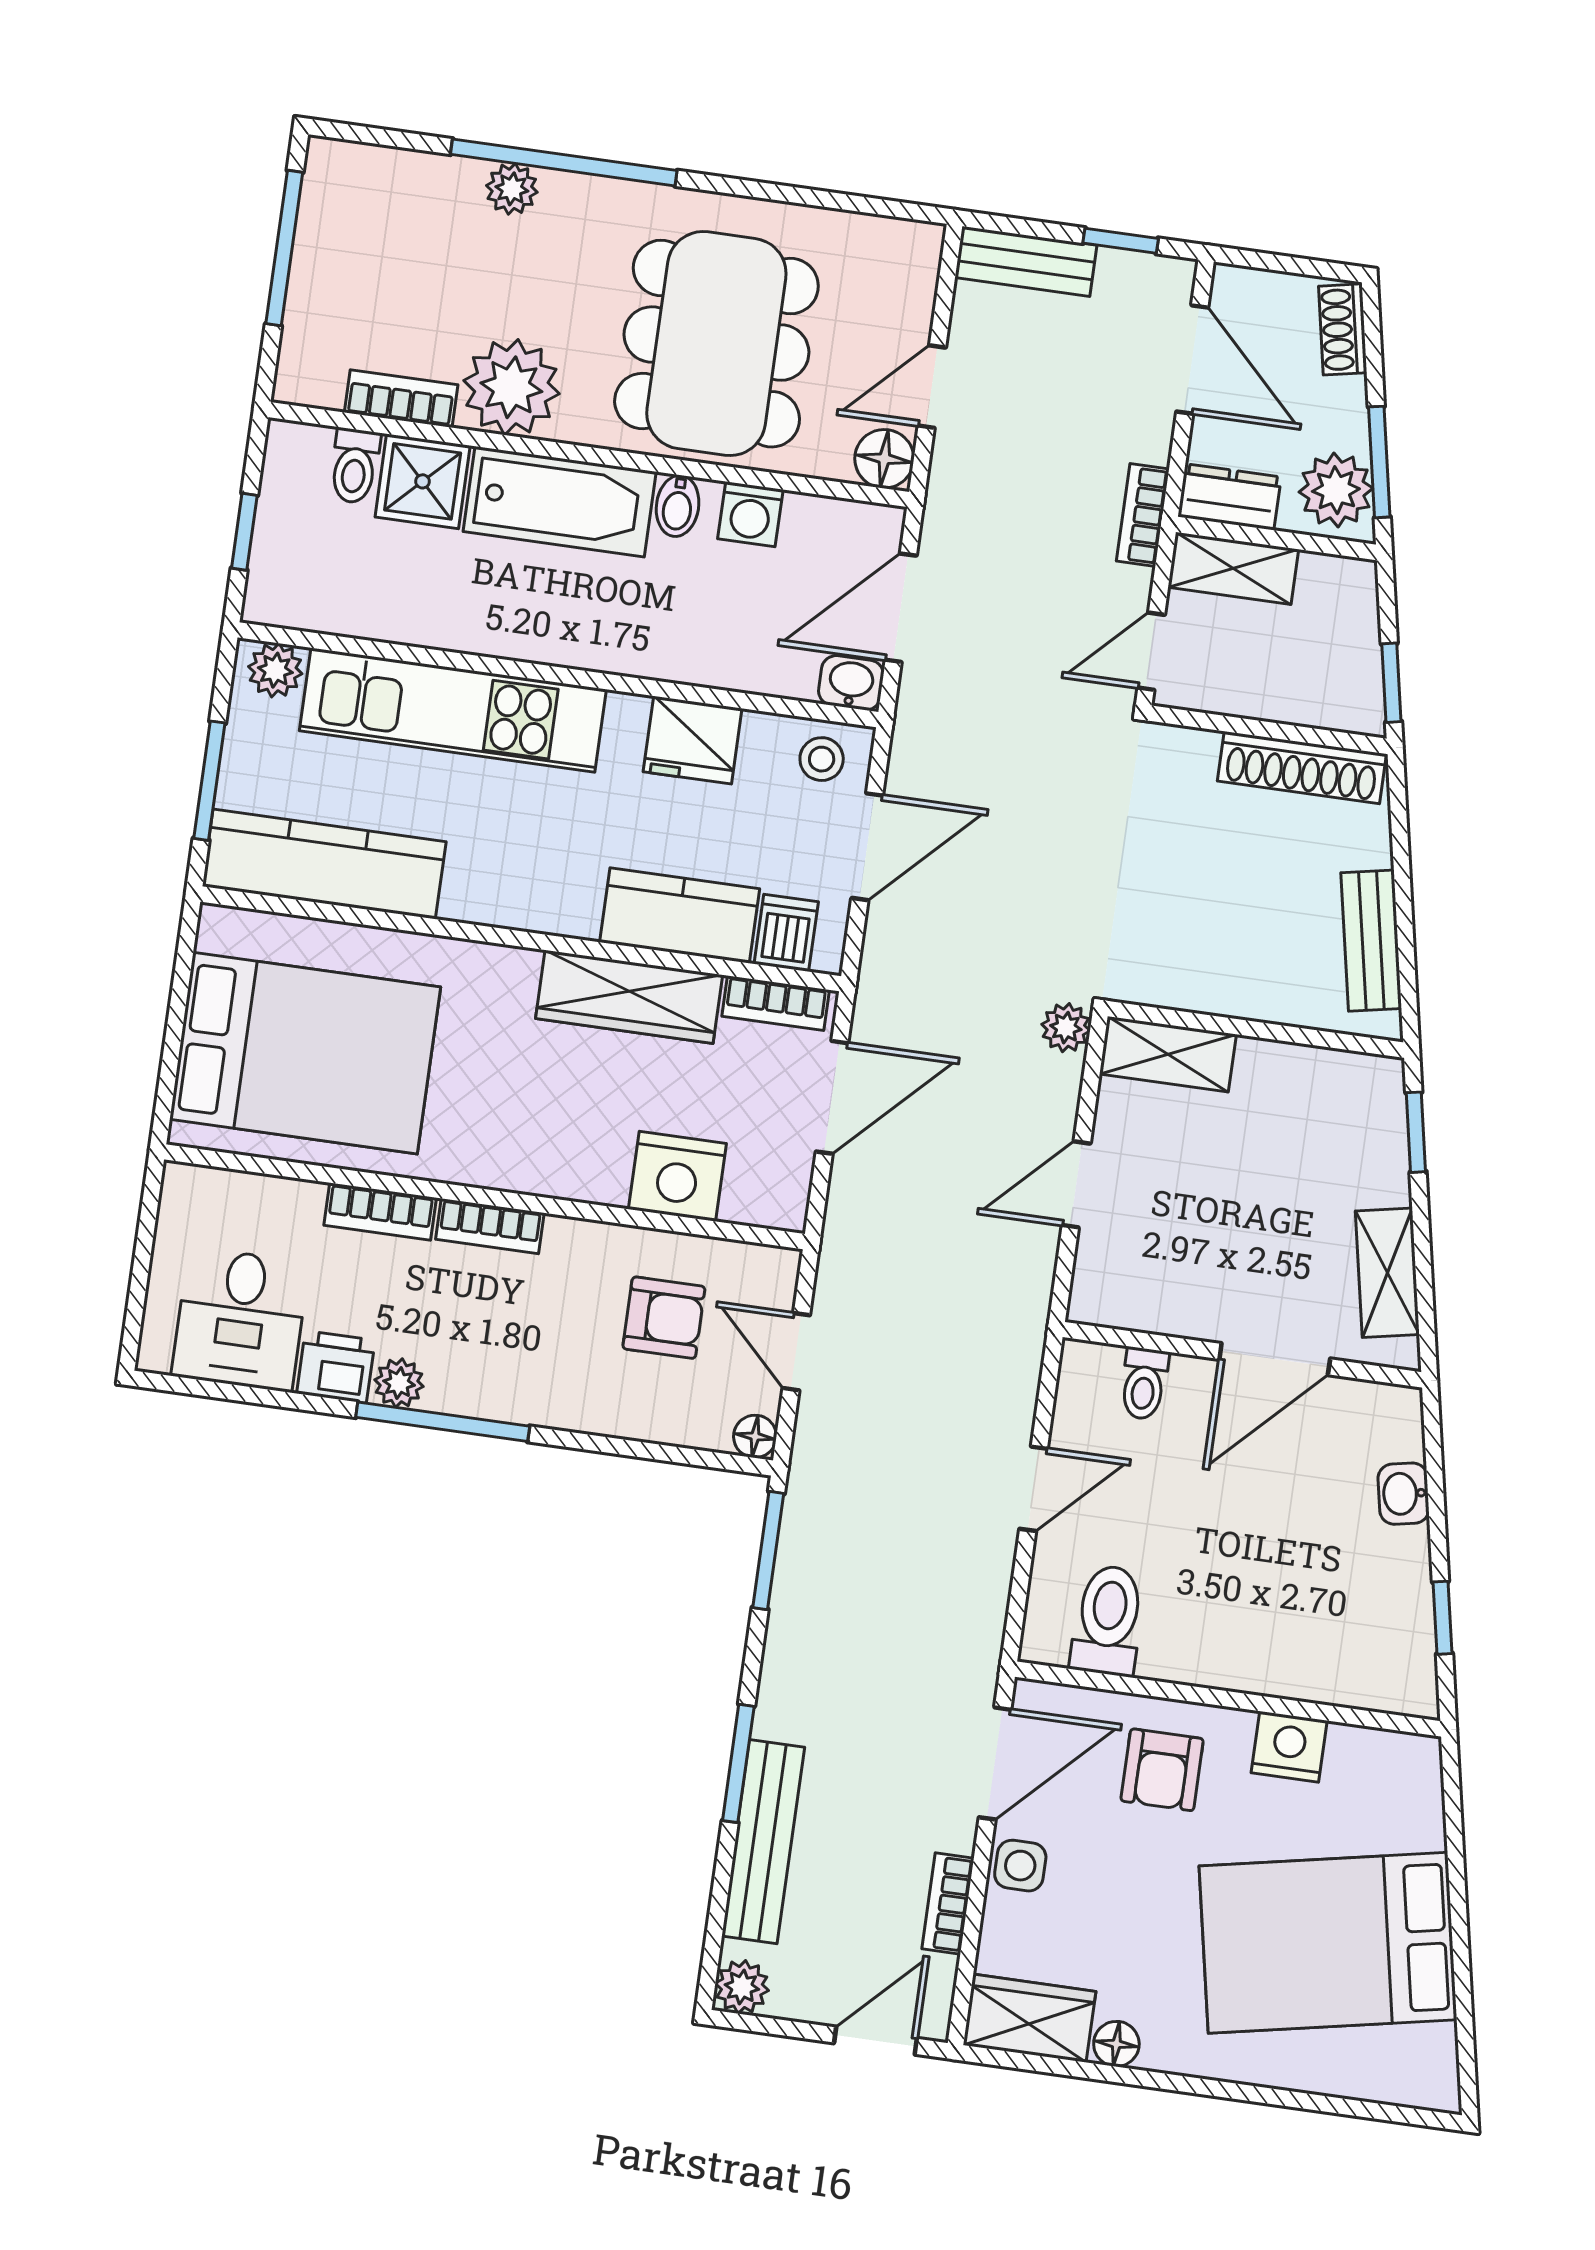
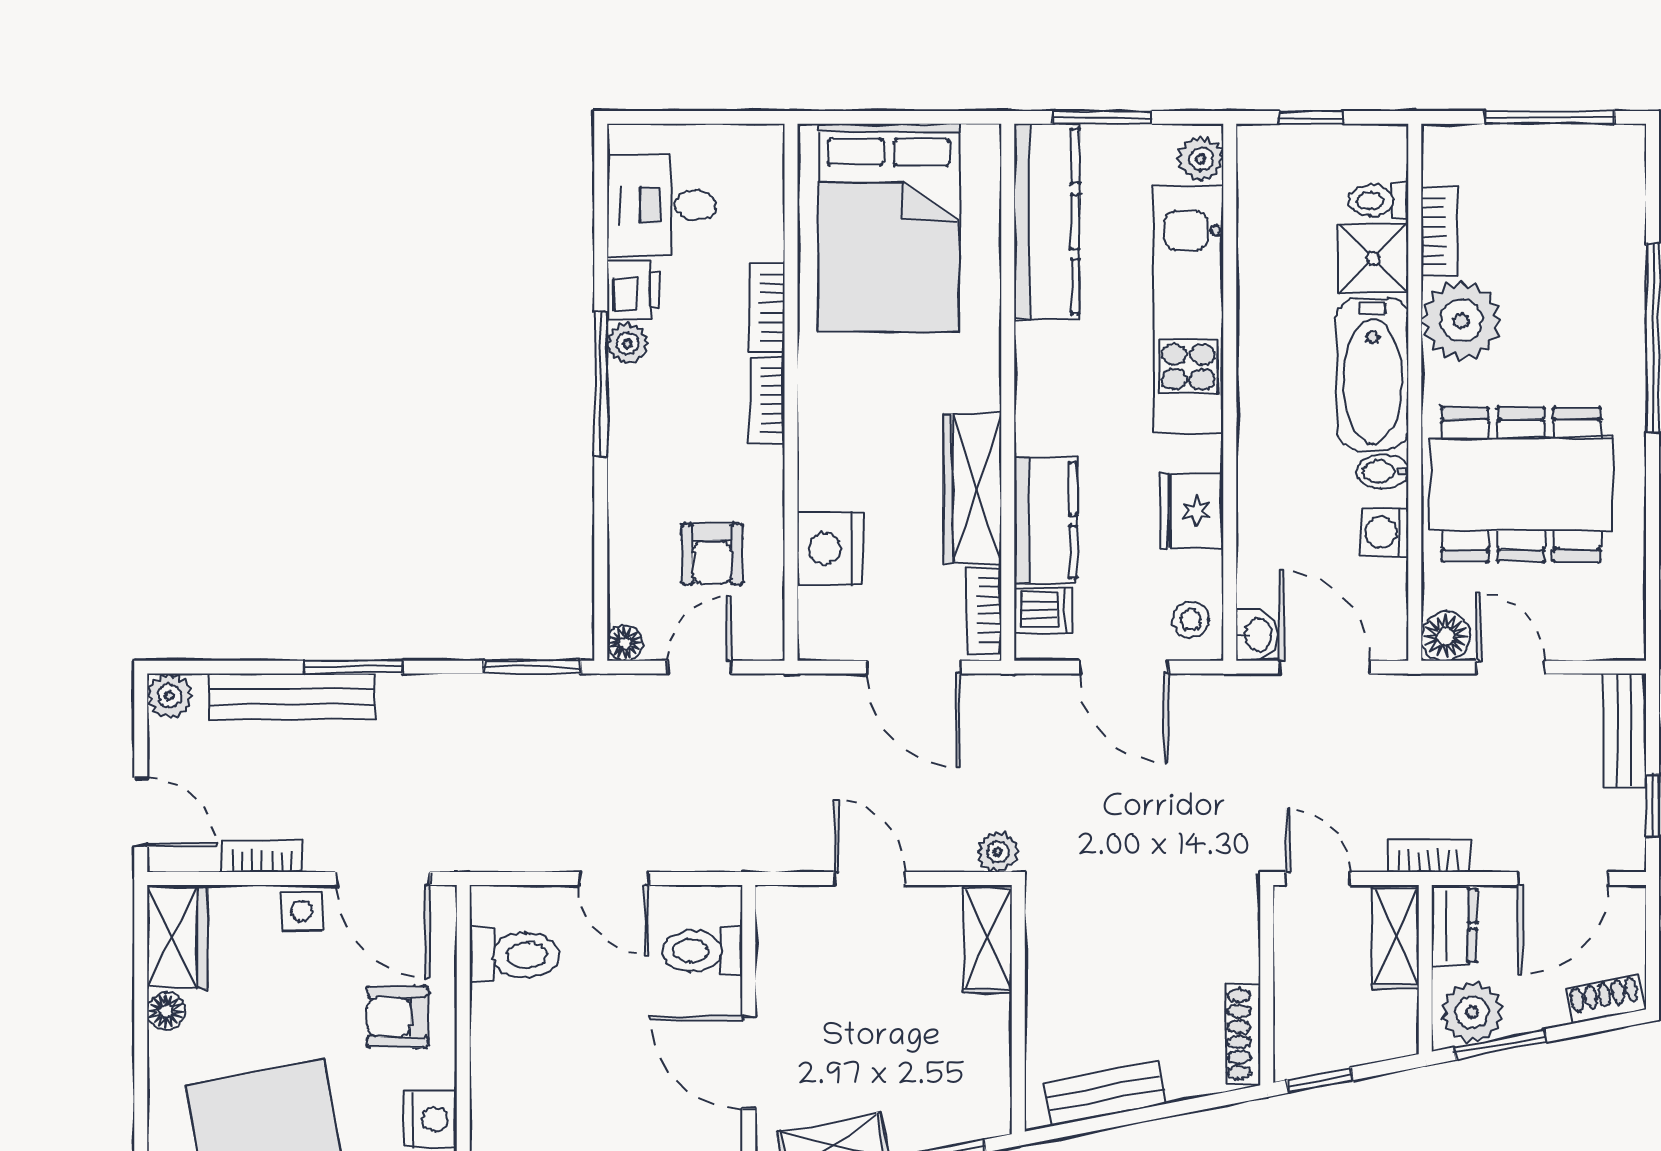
plant: (512, 189) -> (1625, 298), removed
shoe rack: (1302, 768) -> (1243, 1034), width x0.74, depth x0.81
toilet: (1144, 1384) -> (702, 951), width x1.37, depth x1.39

